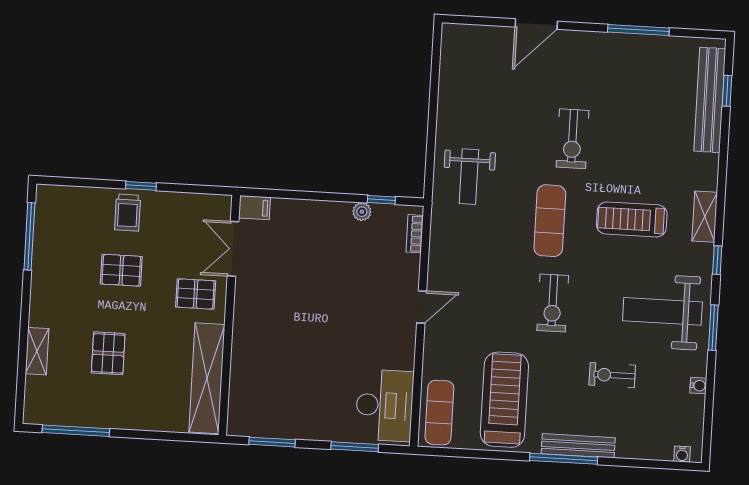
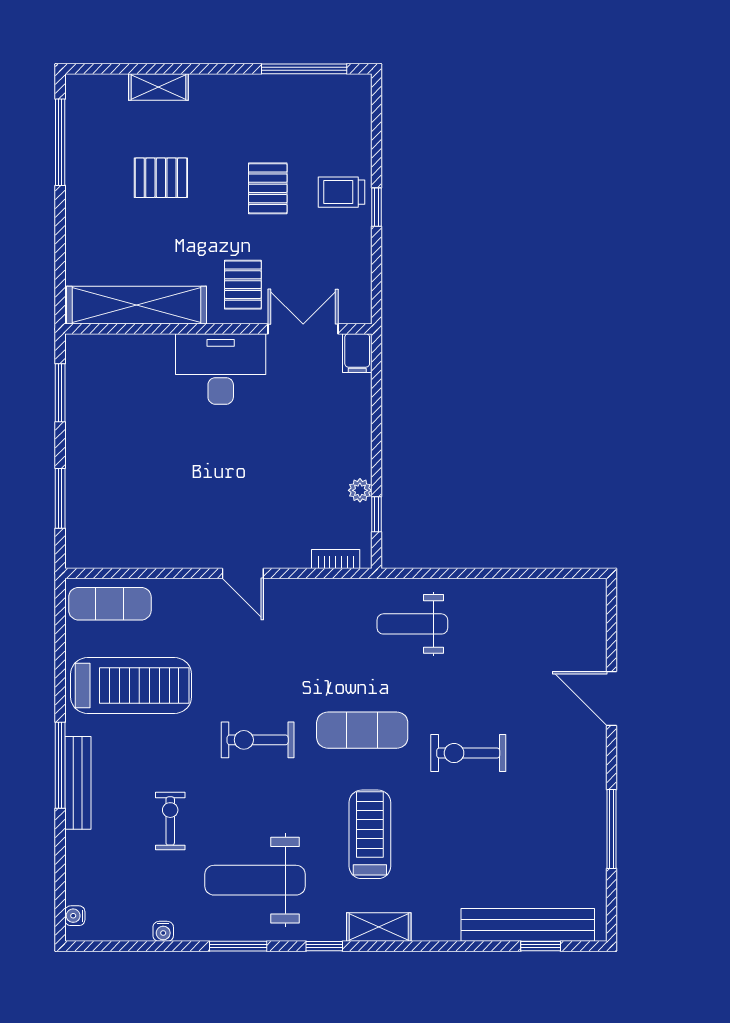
weight bench: (662, 311) -> (255, 880), turned -90
desk: (384, 405) -> (221, 369), moved, turned 180

